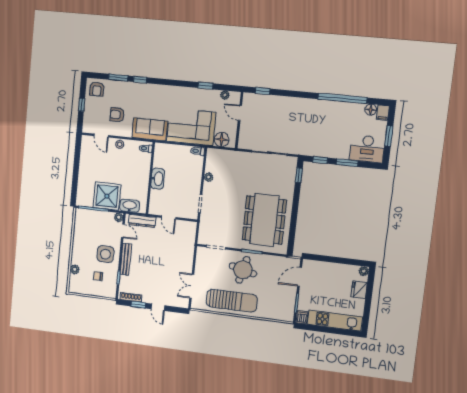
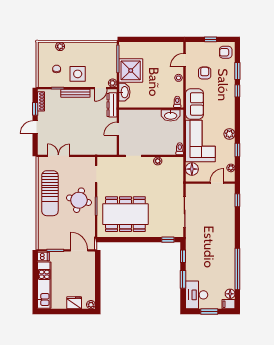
plant: (187, 93) -> (229, 134), added
washbasin: (158, 179) -> (171, 115), moved

